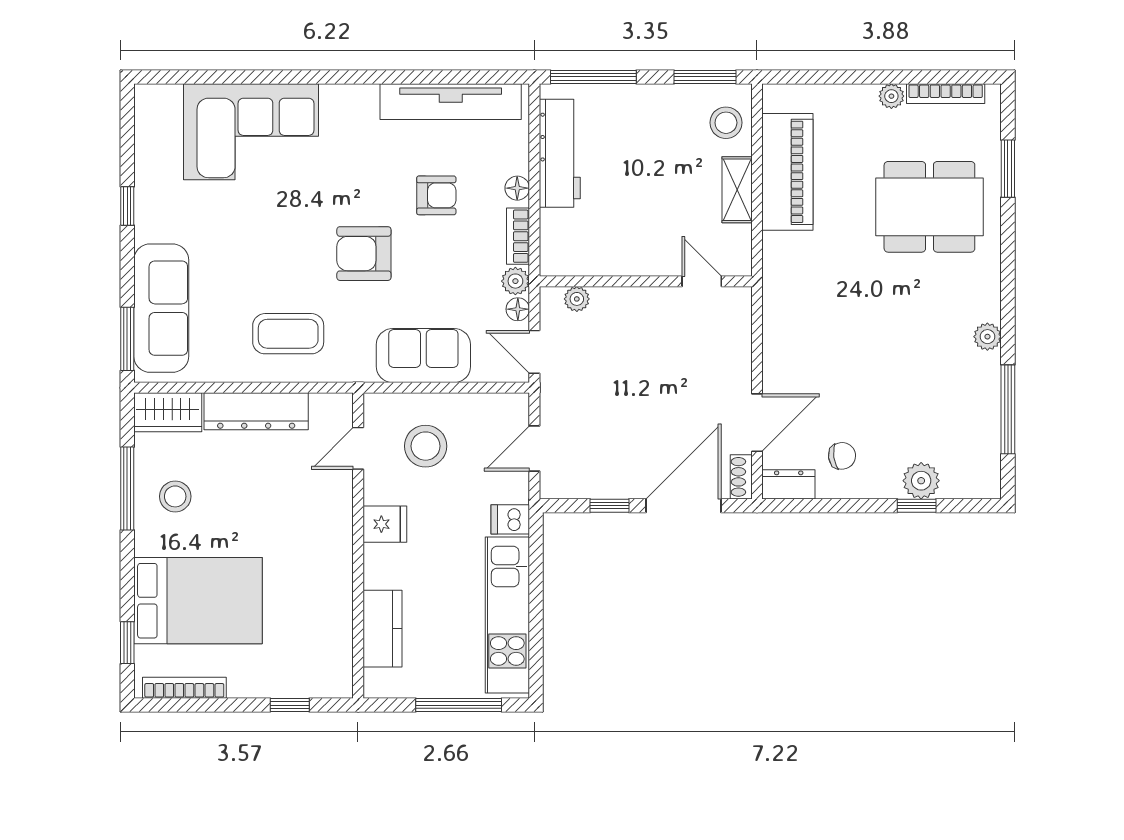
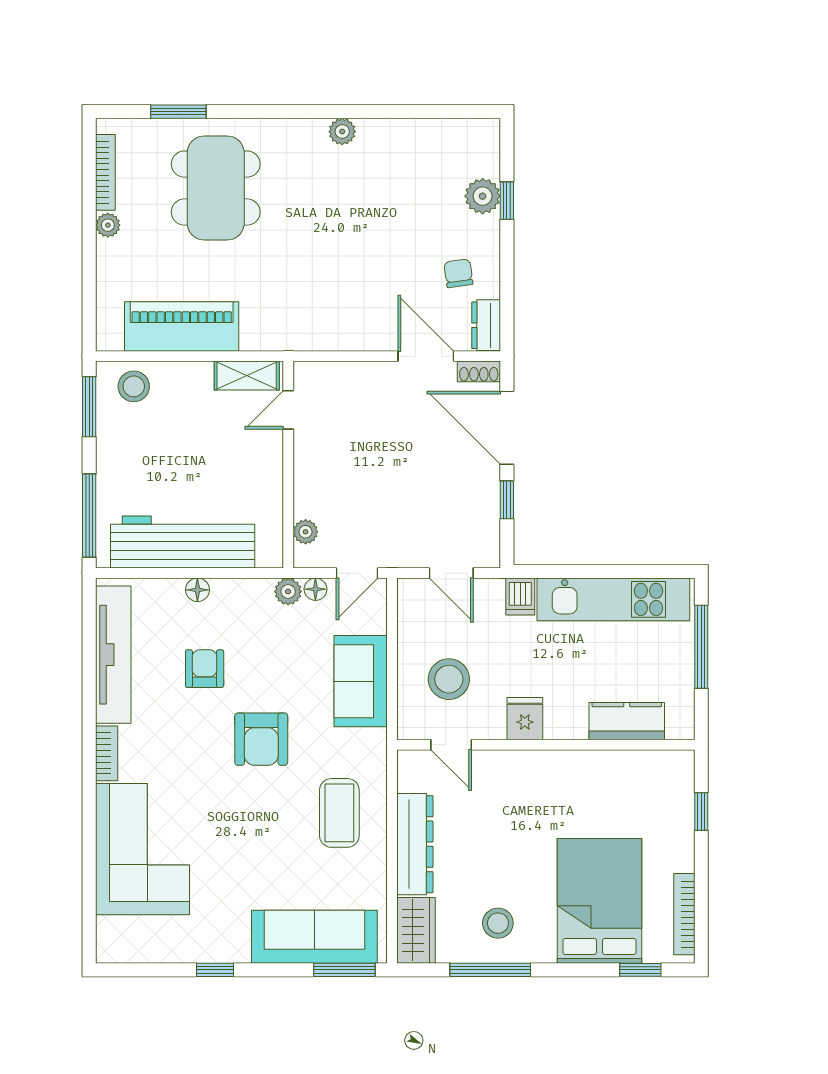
workbench: (560, 153) -> (183, 542), width x1.36, depth x1.32
shelving: (737, 190) -> (247, 376), moved
bookcase: (518, 236) -> (107, 753), moved, turned -90
window: (1008, 409) -> (413, 112), removed

